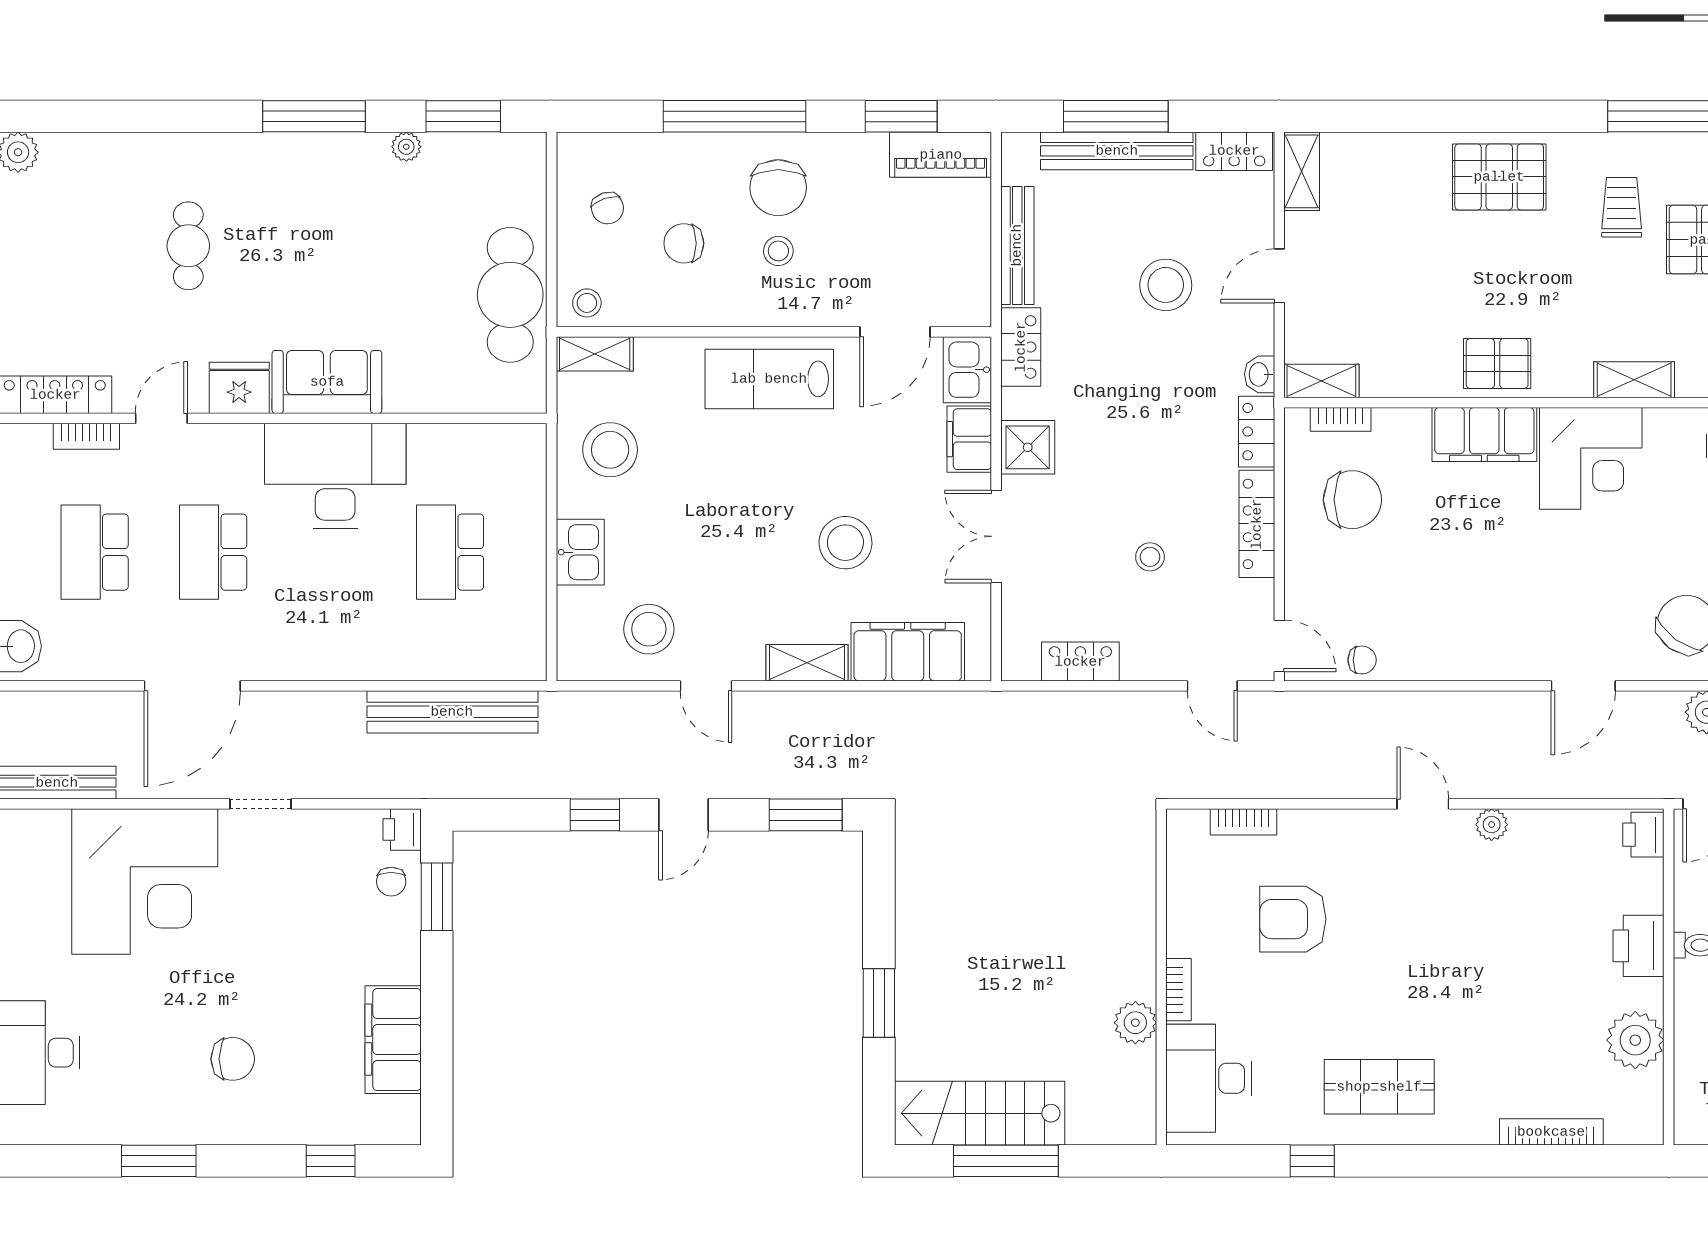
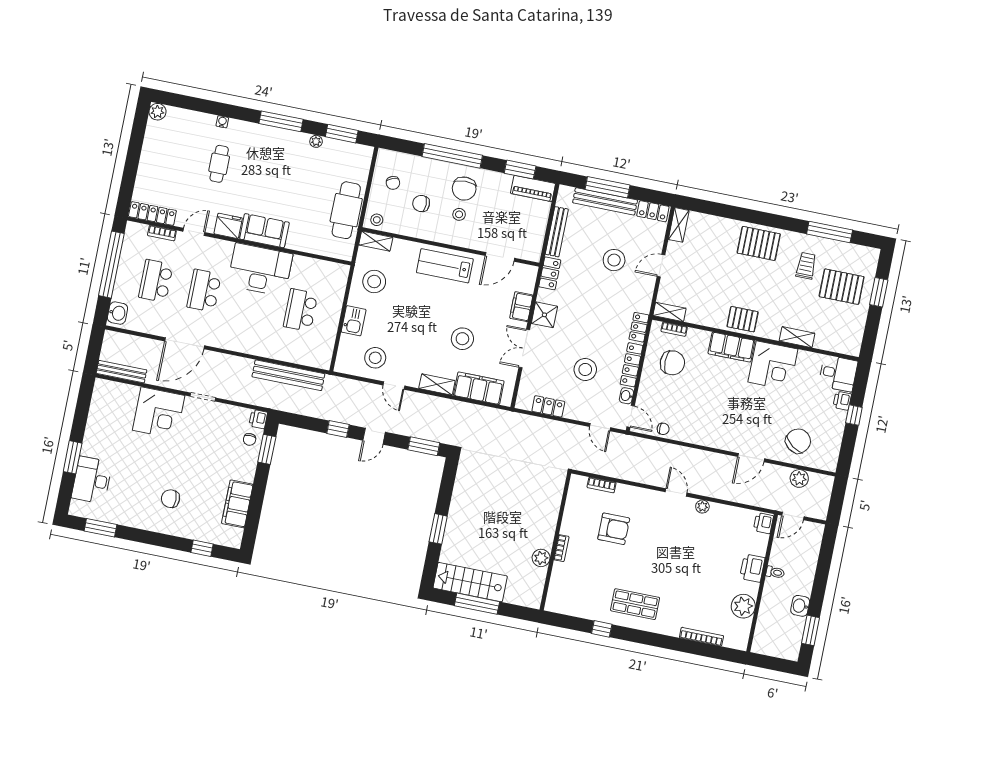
water cooler: (176, 145) -> (222, 122), added
kitchen sink: (967, 370) -> (526, 278), removed
washbasin: (1260, 374) -> (626, 396), moved
stool: (1150, 557) -> (585, 369), width x1.89, depth x1.89
corner desk: (145, 881) -> (159, 413), width x0.74, depth x0.74
armchair: (1293, 919) -> (614, 529), turned 180
chair: (233, 1059) -> (170, 499), turned 180
desk: (1209, 1078) -> (566, 587), removed
window: (159, 1161) -> (100, 528), moved

